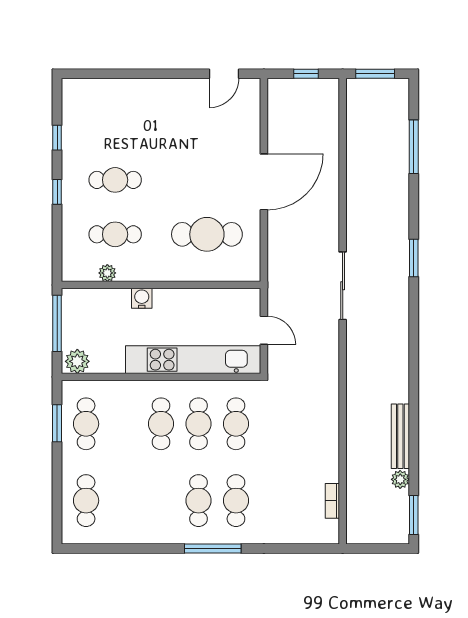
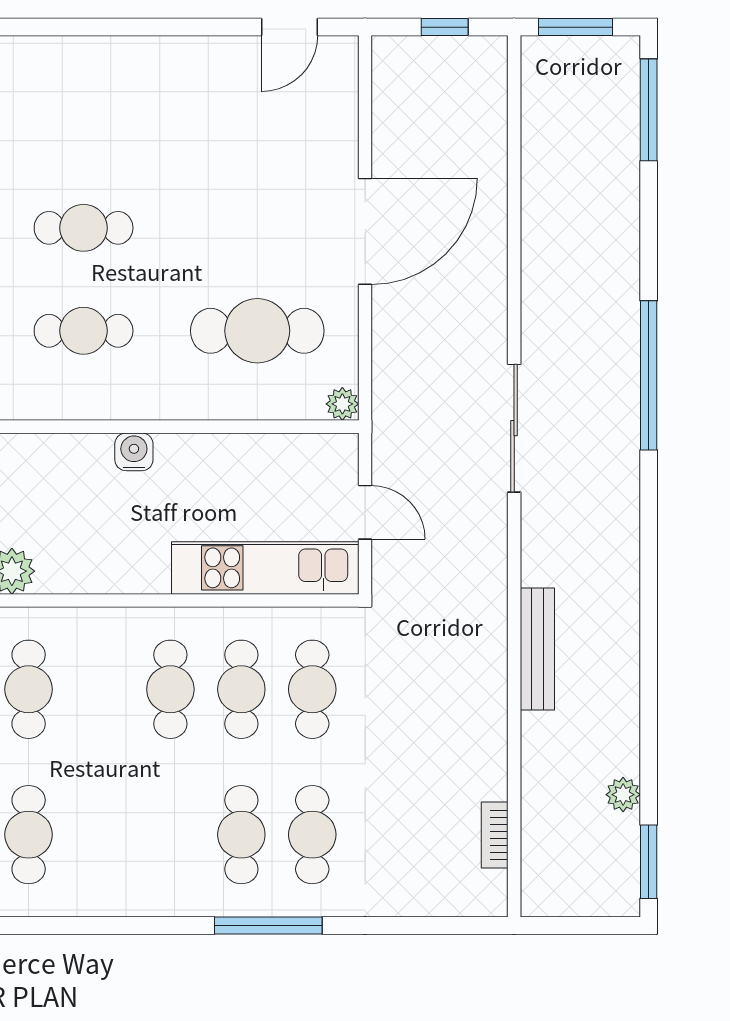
window: (414, 147) -> (649, 110), moved
window: (414, 258) -> (649, 375), width x2.11
plant: (107, 273) -> (342, 404), moved
kitchen unit: (193, 360) -> (265, 568), width x0.73
bench: (400, 436) -> (537, 649), moved

